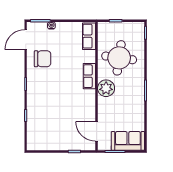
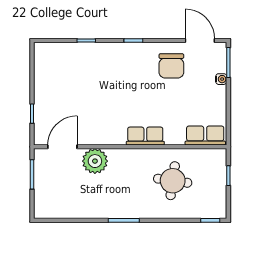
round table: (119, 58) -> (173, 181), width x0.73, depth x0.73
plant: (106, 88) -> (95, 161), moved
sofa: (128, 141) -> (48, 194), removed

